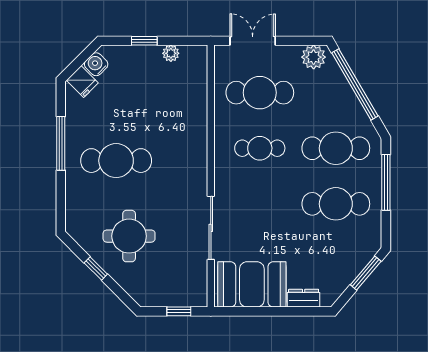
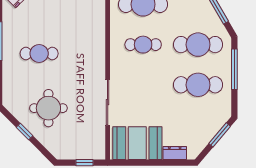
cafe table: (116, 161) -> (39, 54), width x0.73, depth x0.74

